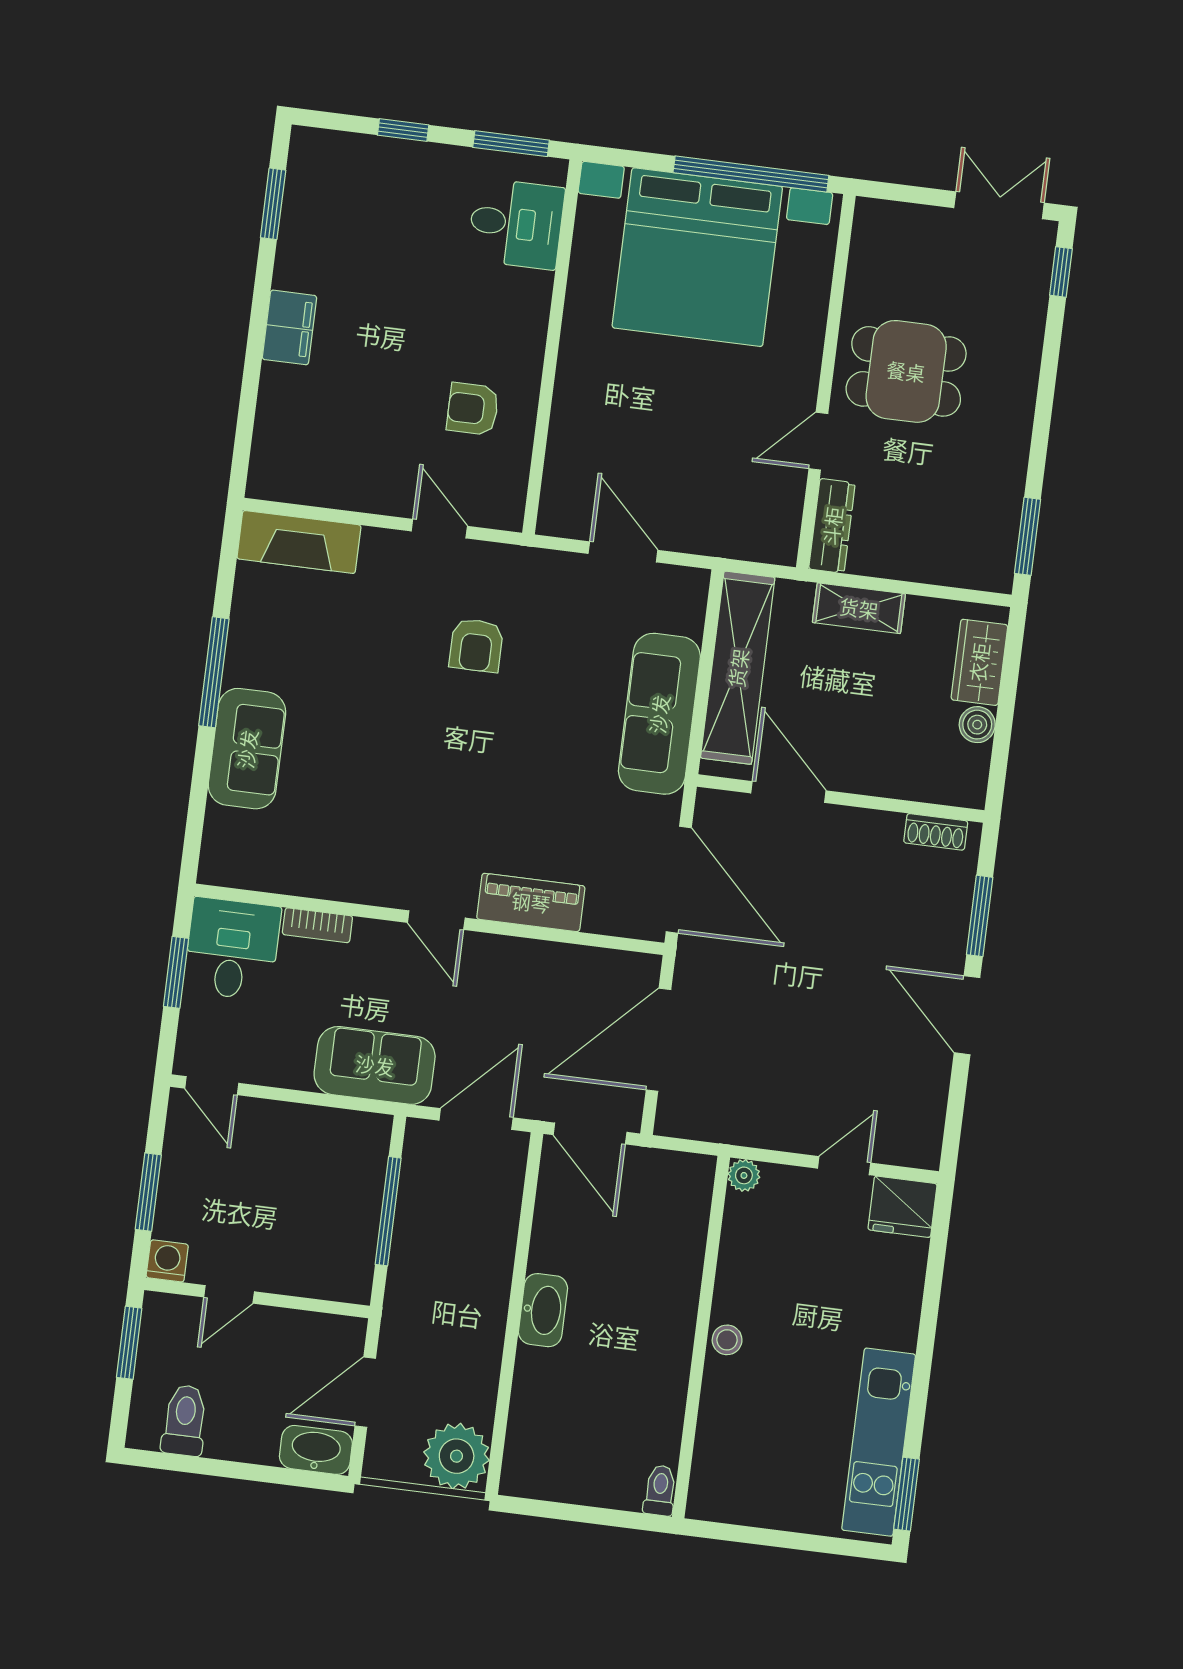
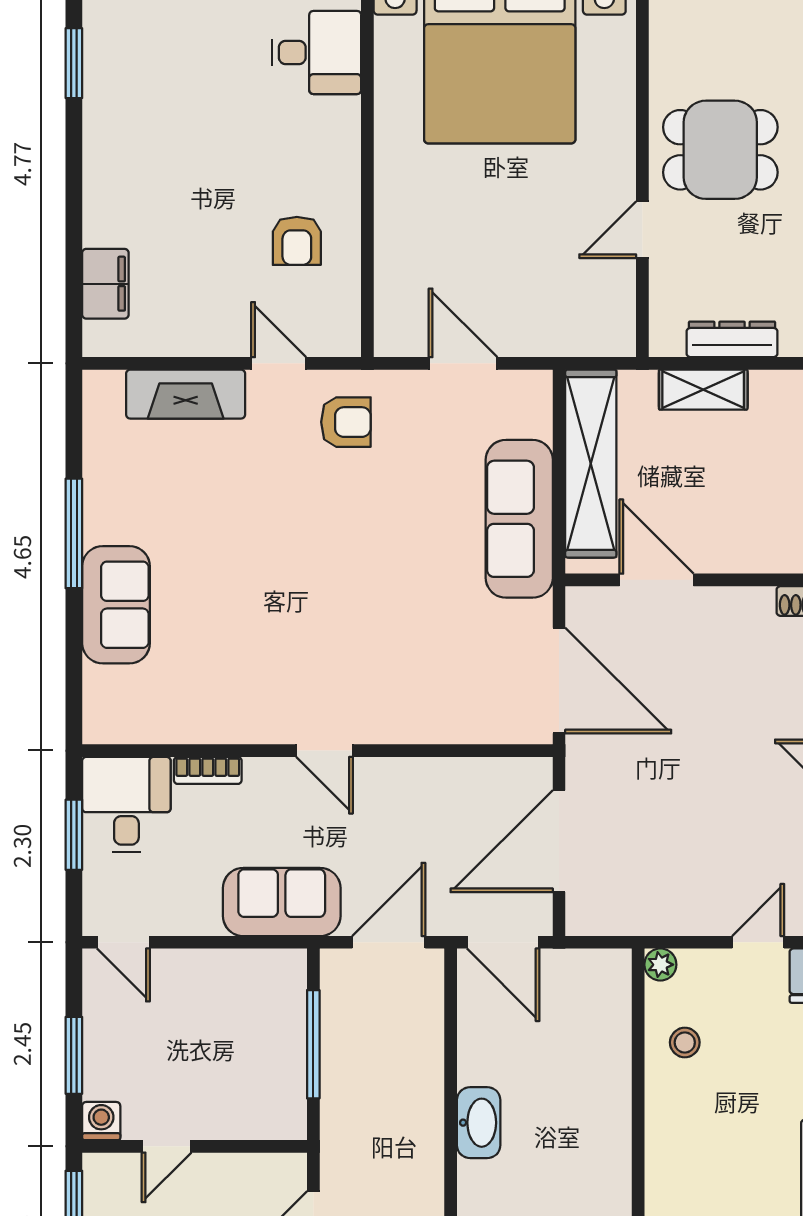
filing cabinet: (289, 327) -> (105, 284), moved
armchair: (473, 409) -> (297, 241), turned -90
dresser: (832, 526) -> (732, 339), moved, turned -90
fireplace: (299, 542) -> (186, 394), moved
armchair: (476, 645) -> (346, 422), moved, turned -90
piano: (531, 902) -> (416, 721), removed
stool: (727, 1340) -> (685, 1042), moved

